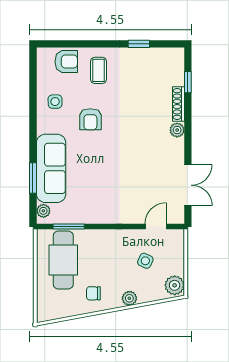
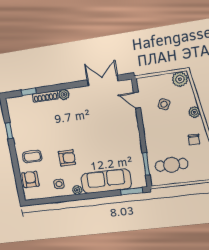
window: (33, 178) -> (132, 191), moved
plant: (43, 211) -> (77, 190), moved
cafe table: (63, 260) -> (172, 165), width x0.73, depth x0.74

